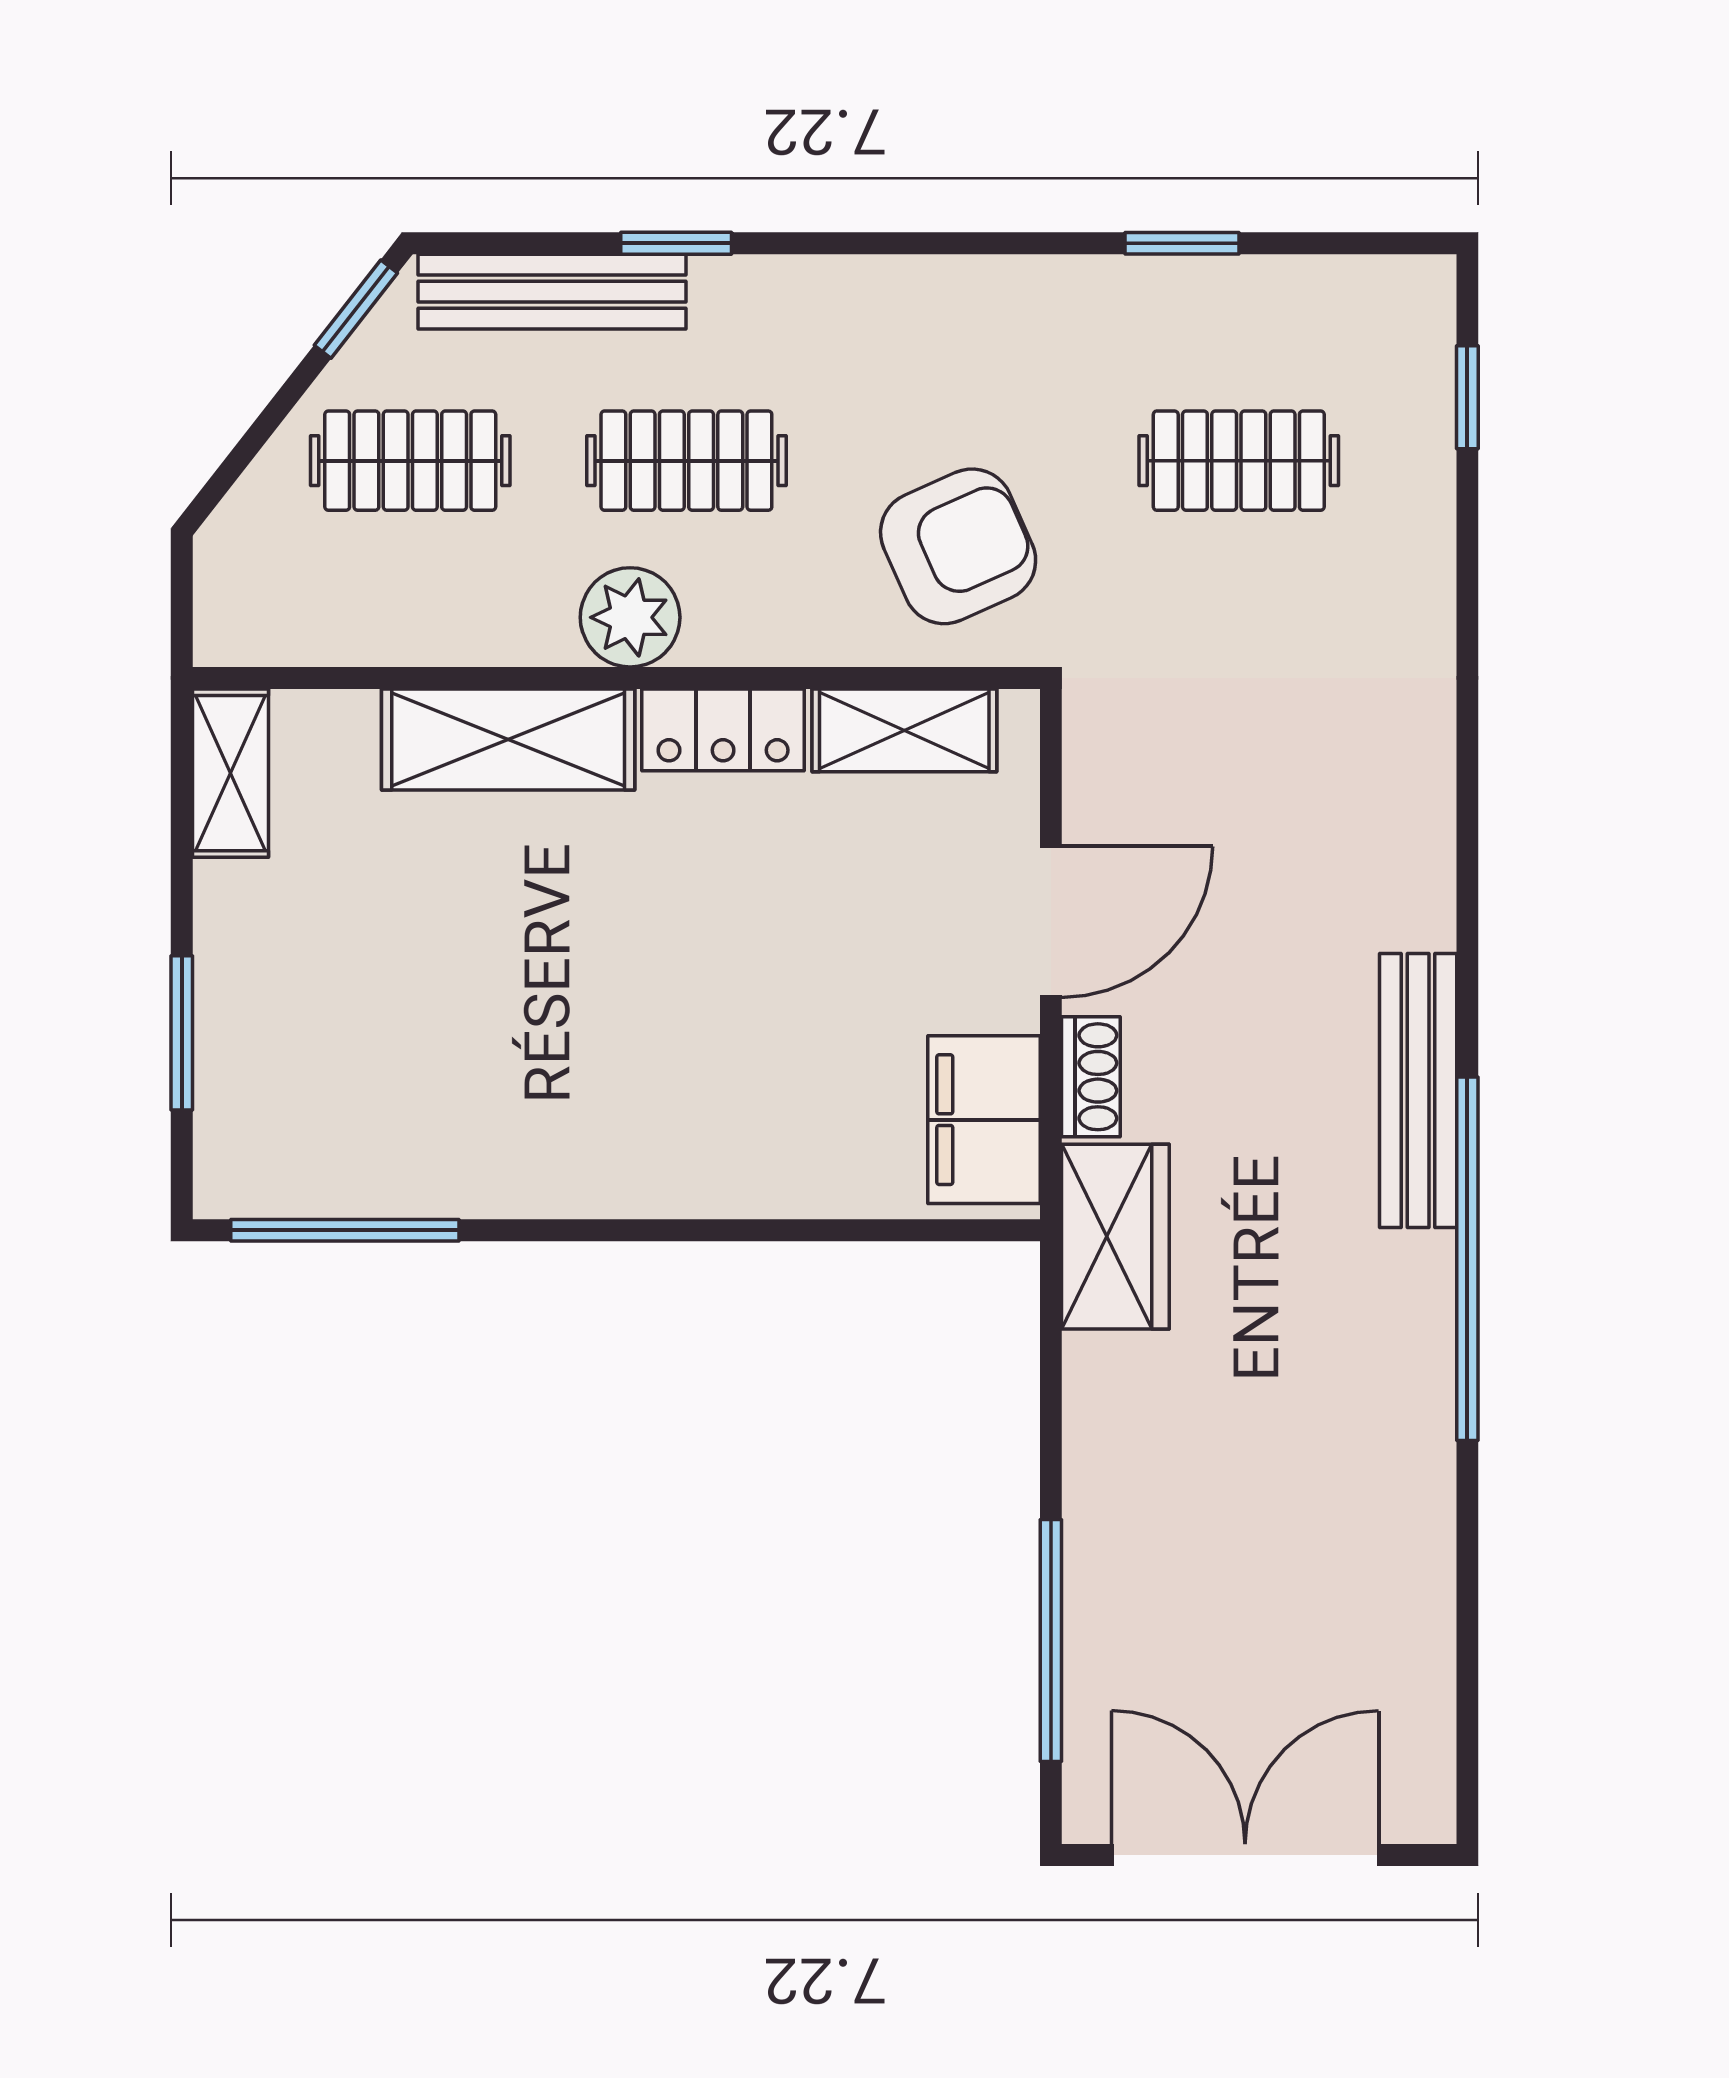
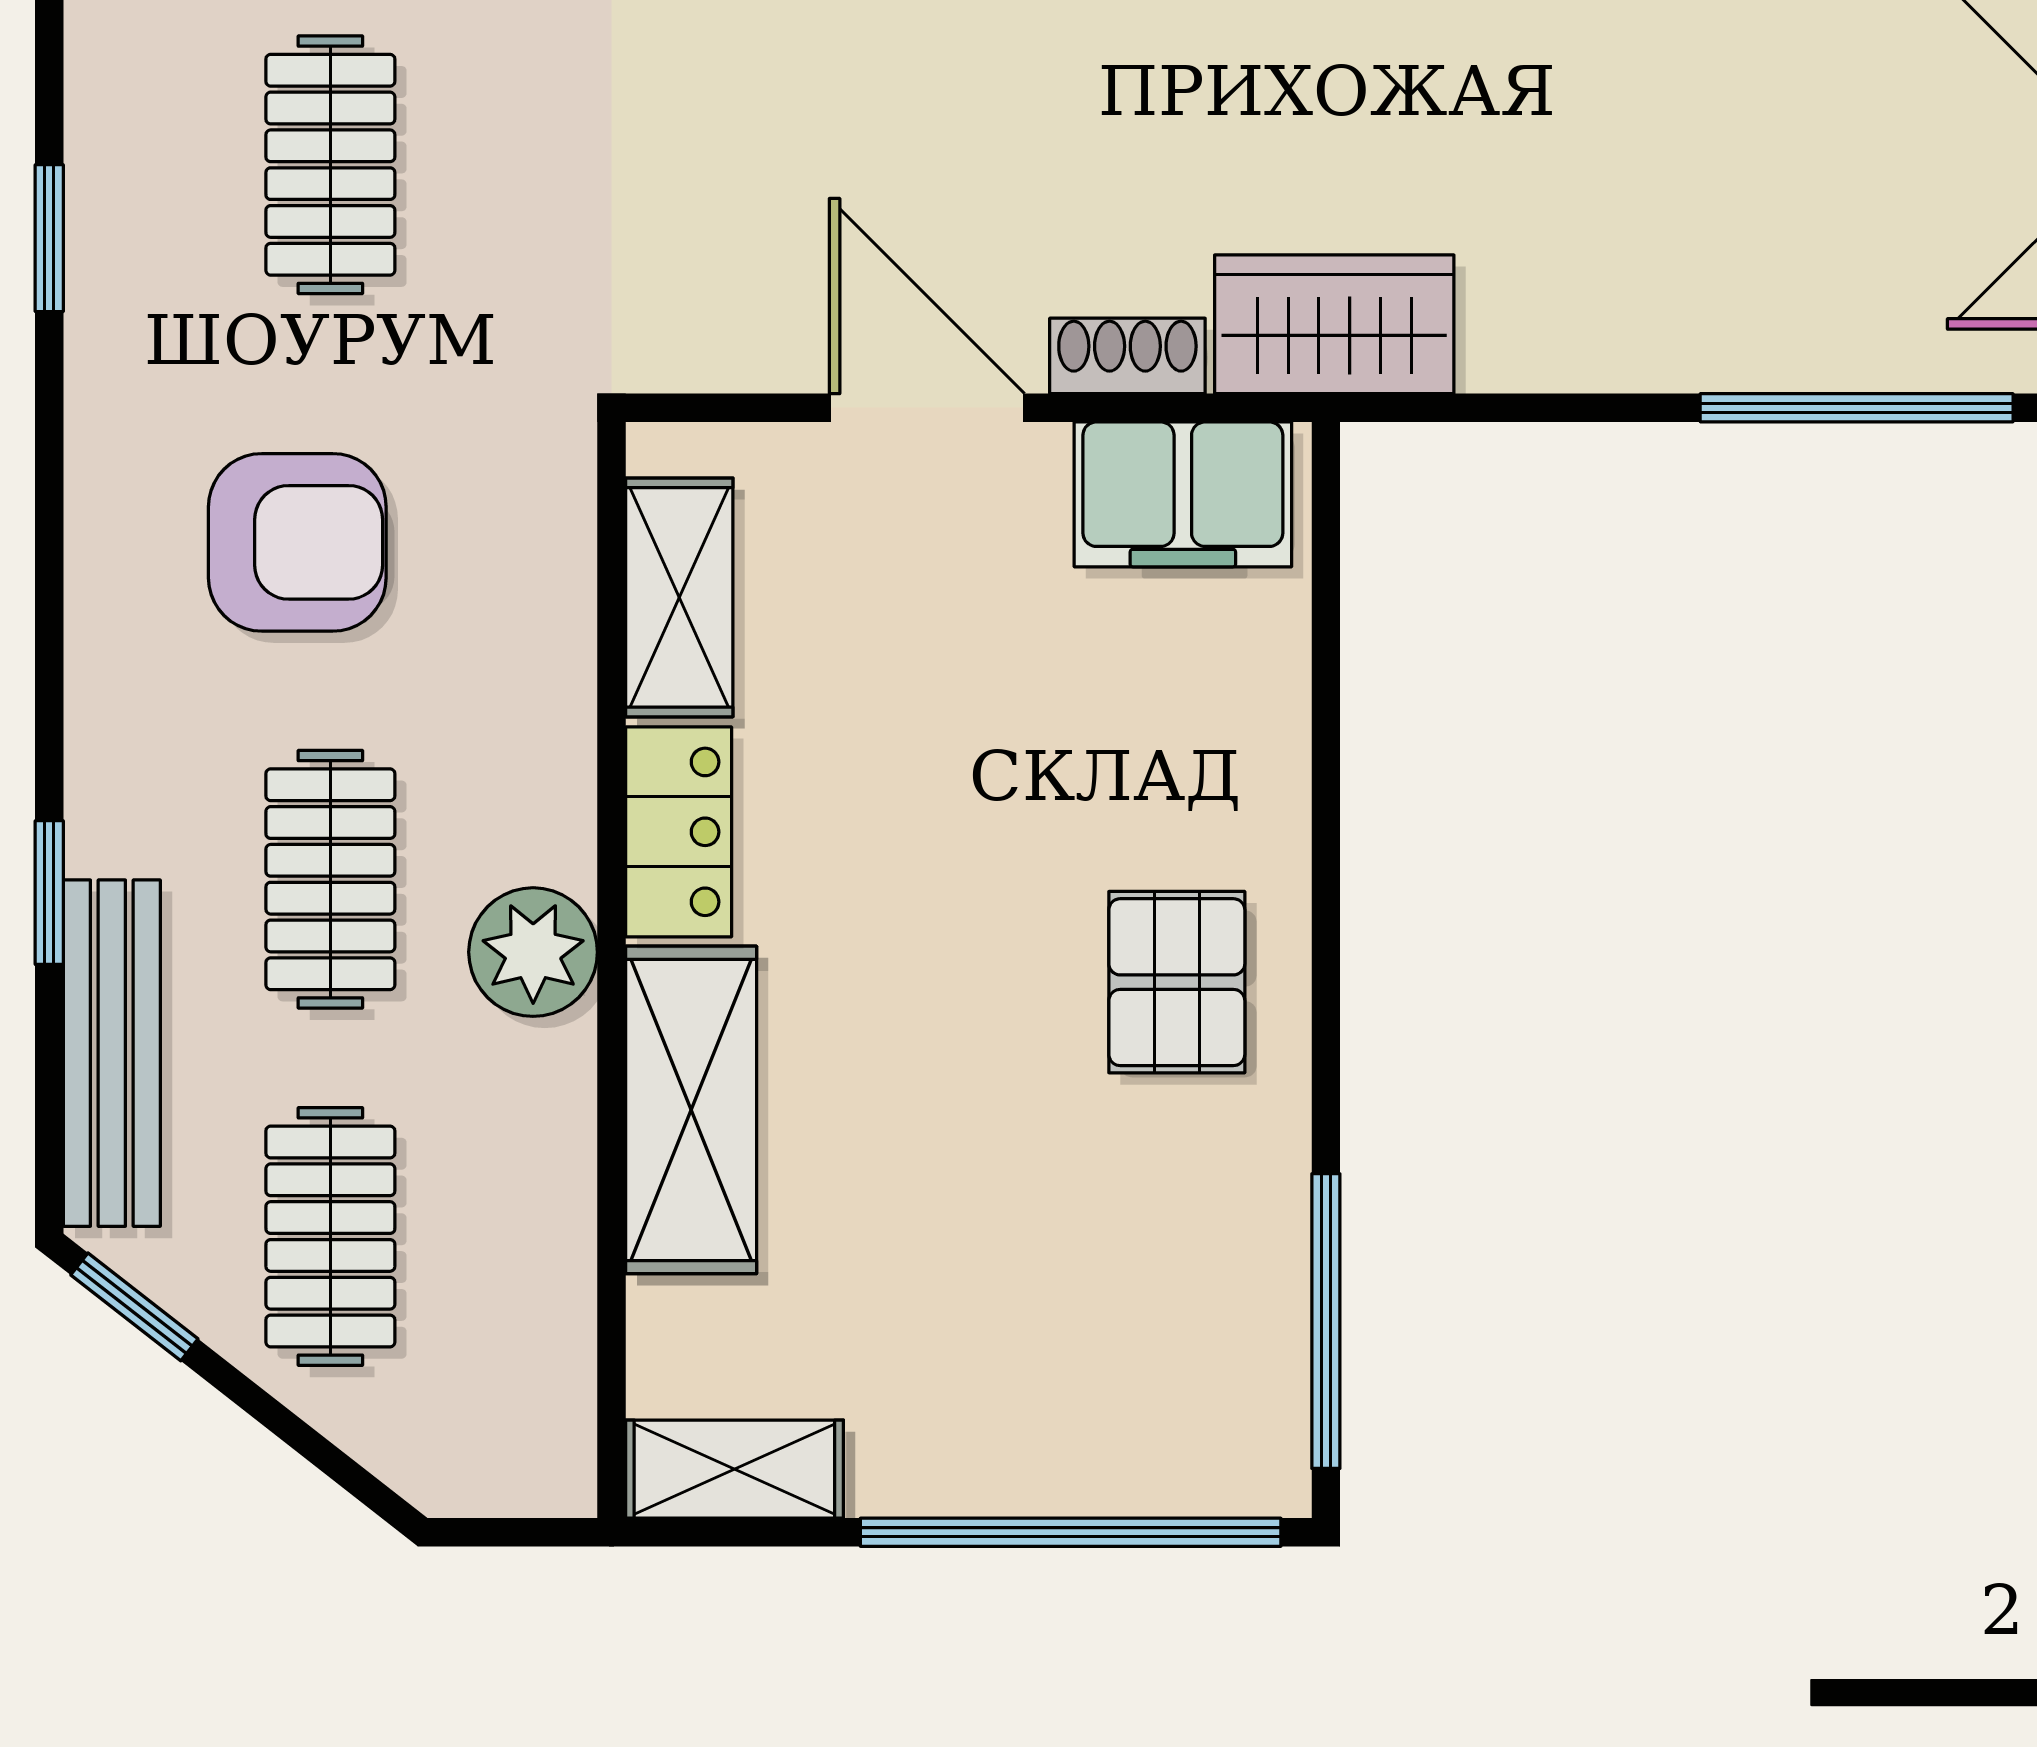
armchair: (958, 546) -> (297, 542), moved, turned 114
window: (182, 1033) -> (1071, 1532), width x2.11
pallet: (607, 1115) -> (1177, 982), added

